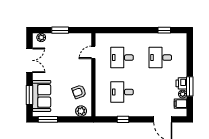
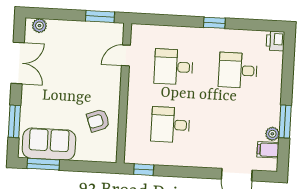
window: (60, 30) -> (100, 17), moved
window: (164, 30) -> (214, 23), moved
printer: (181, 83) -> (275, 41), moved
sofa: (42, 96) -> (49, 144), moved, turned -90
plant: (81, 111) -> (100, 153), removed
window: (123, 119) -> (144, 170), moved

